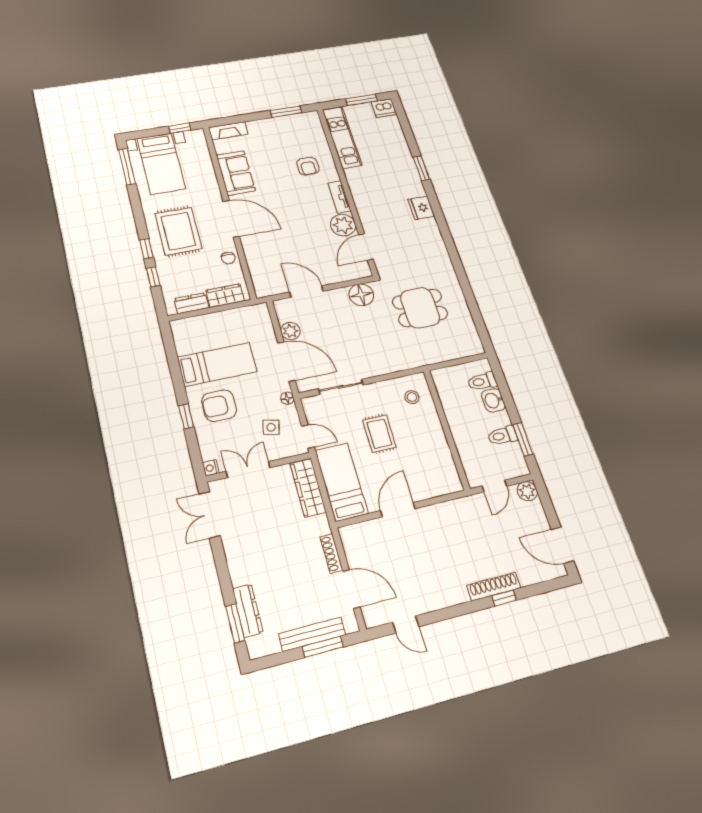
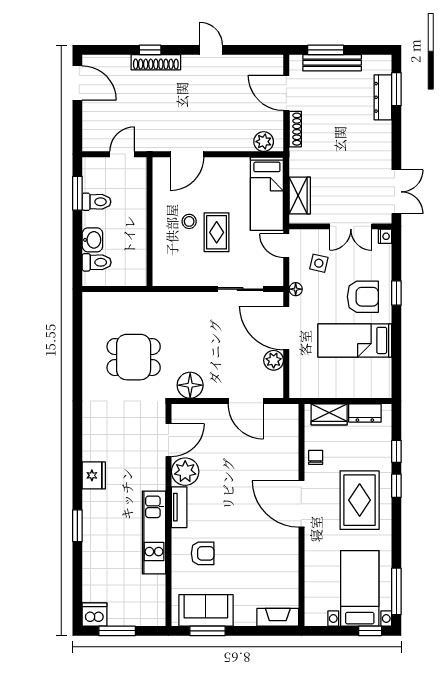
window: (180, 128) -> (370, 631), moved
kitchen unit: (342, 137) -> (154, 533), moved
armchair: (308, 166) -> (203, 553), turned 90
sofa: (236, 173) -> (206, 610), moved, turned 90
stool: (412, 397) -> (189, 221), moved
wardrobe: (308, 488) -> (300, 196), width x0.67
plant: (527, 491) -> (264, 142), moved
door: (398, 510) -> (187, 154), moved
door: (406, 624) -> (211, 50), moved

